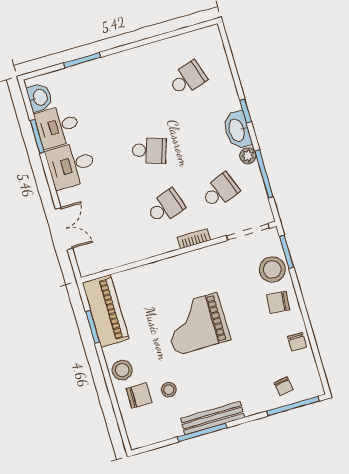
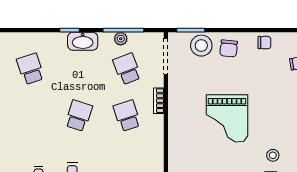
plant: (248, 156) -> (121, 39), moved

